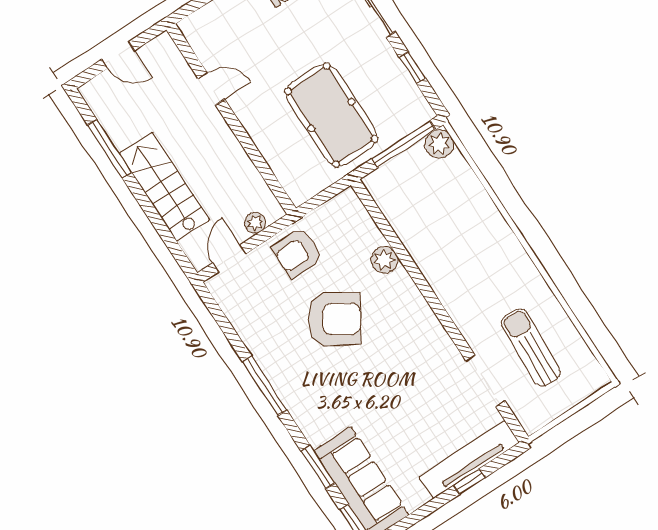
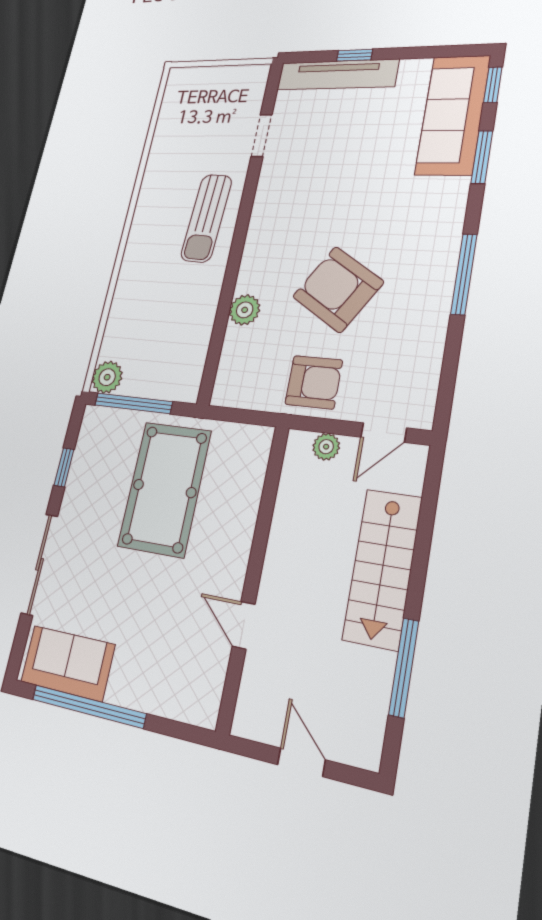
sun lounger: (531, 347) -> (206, 218), moved
doorway: (485, 381) -> (262, 136), width x0.73

